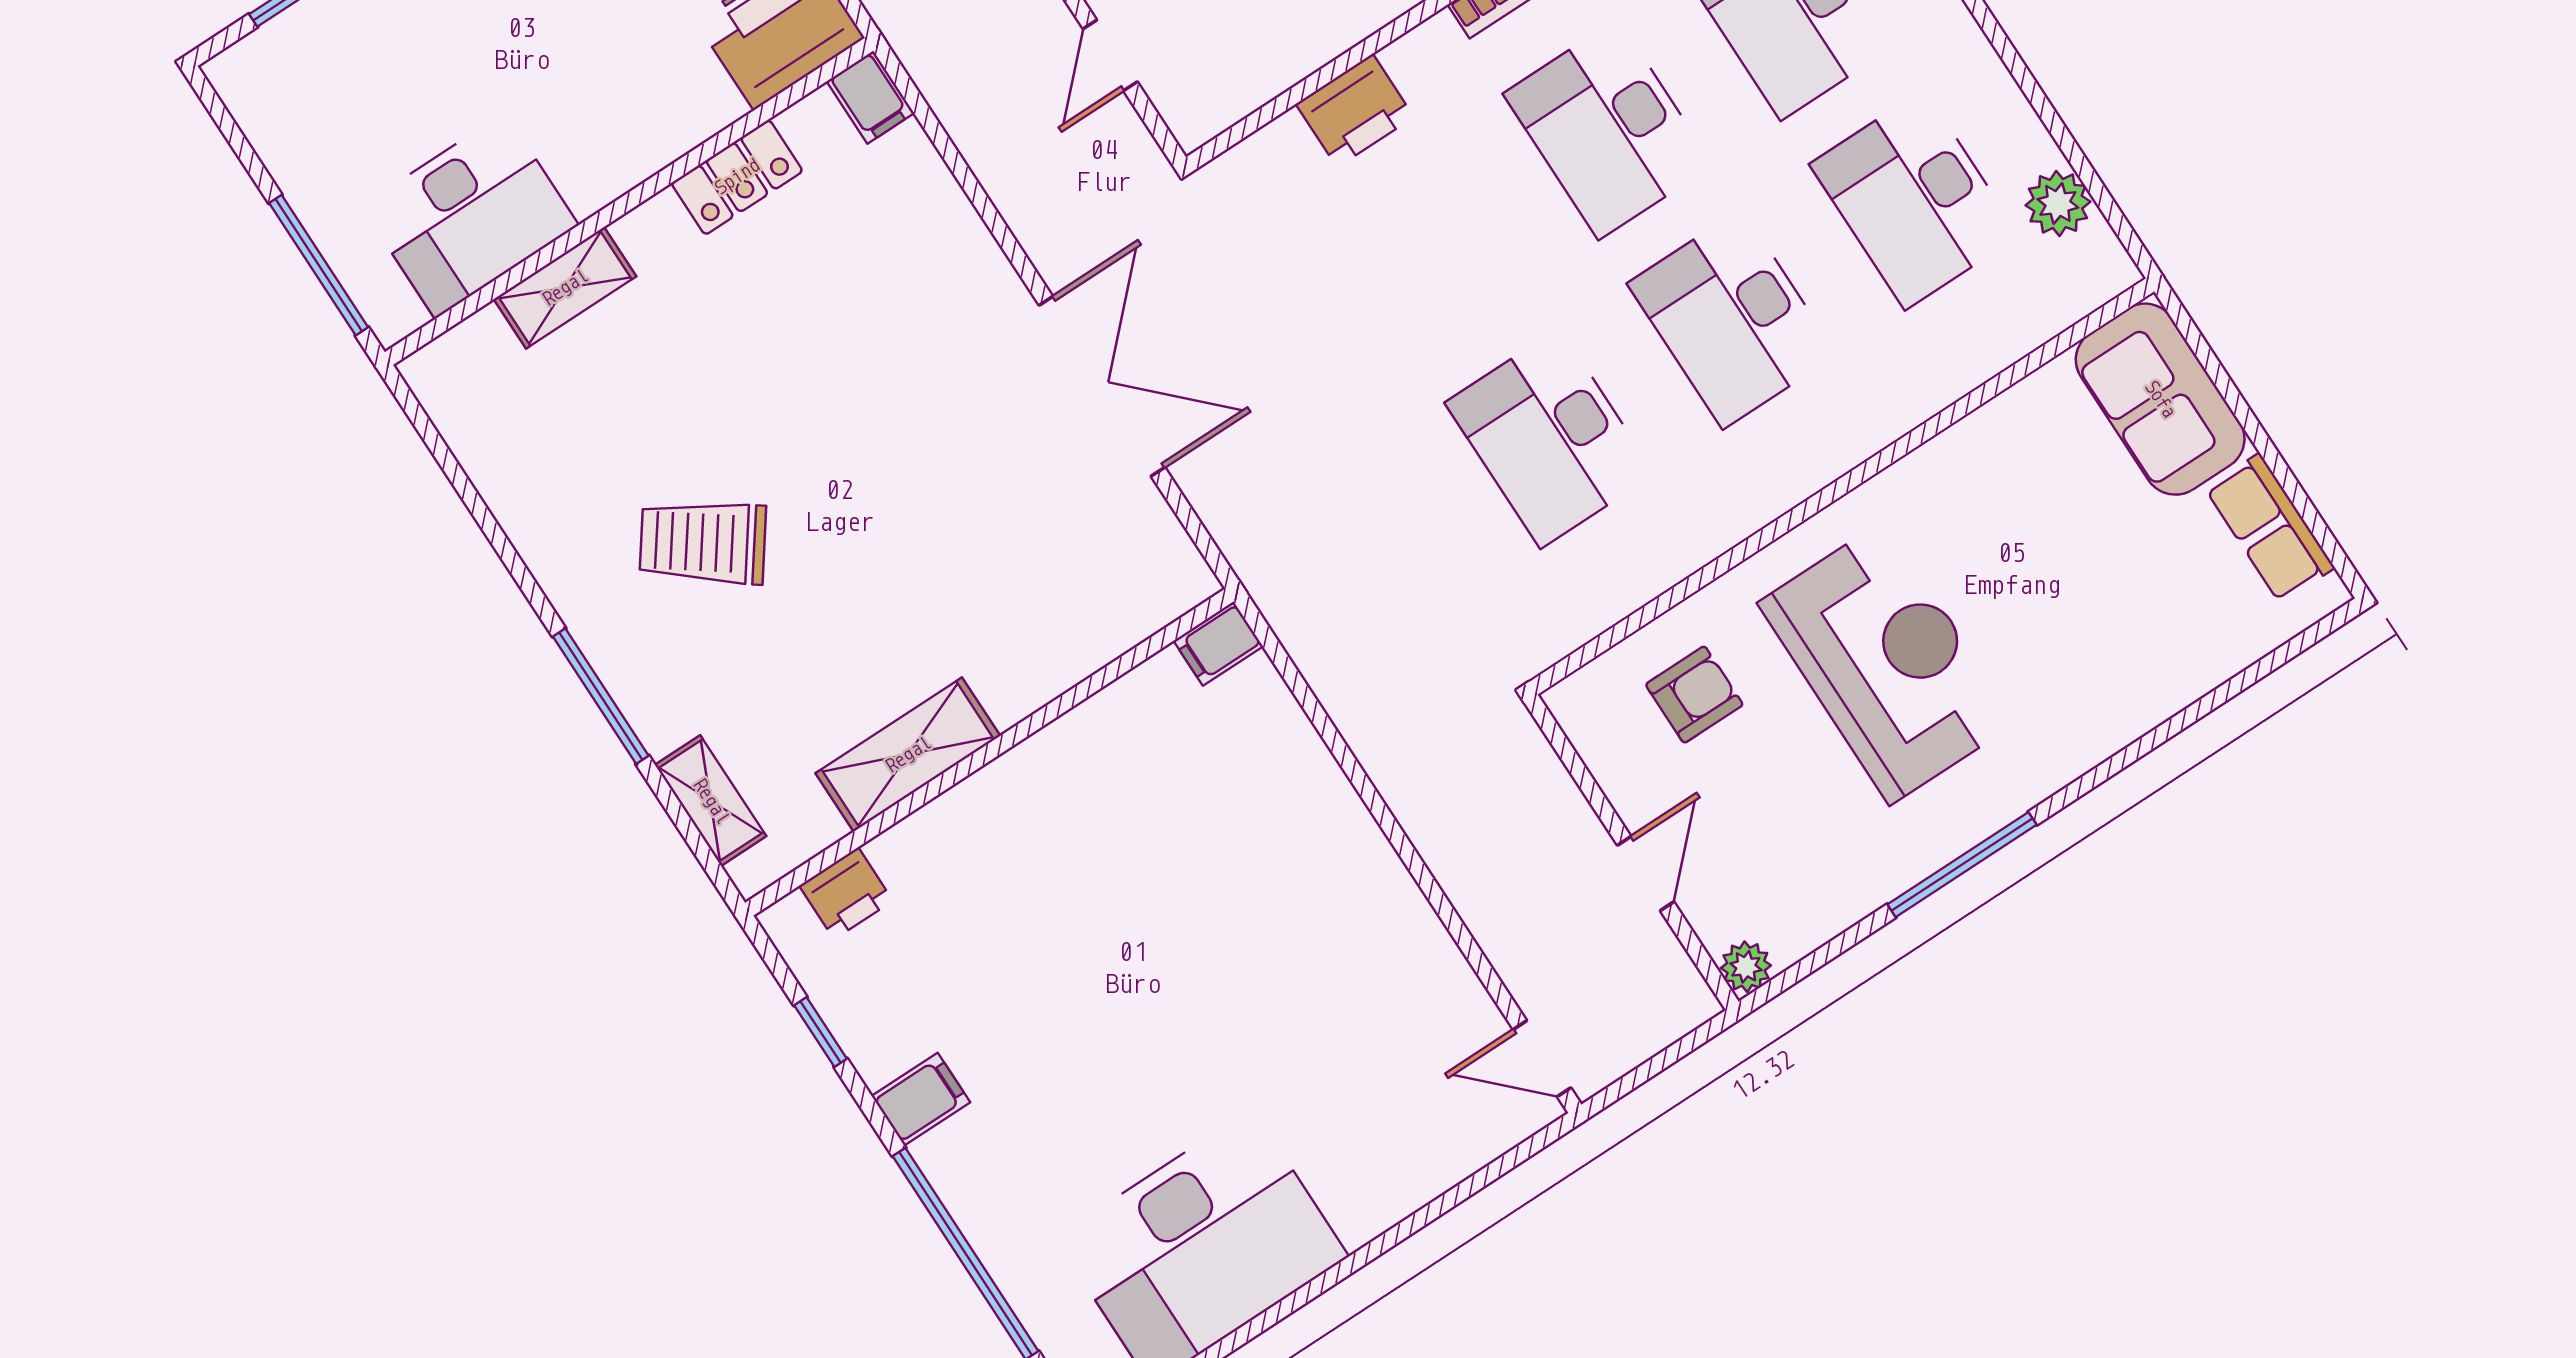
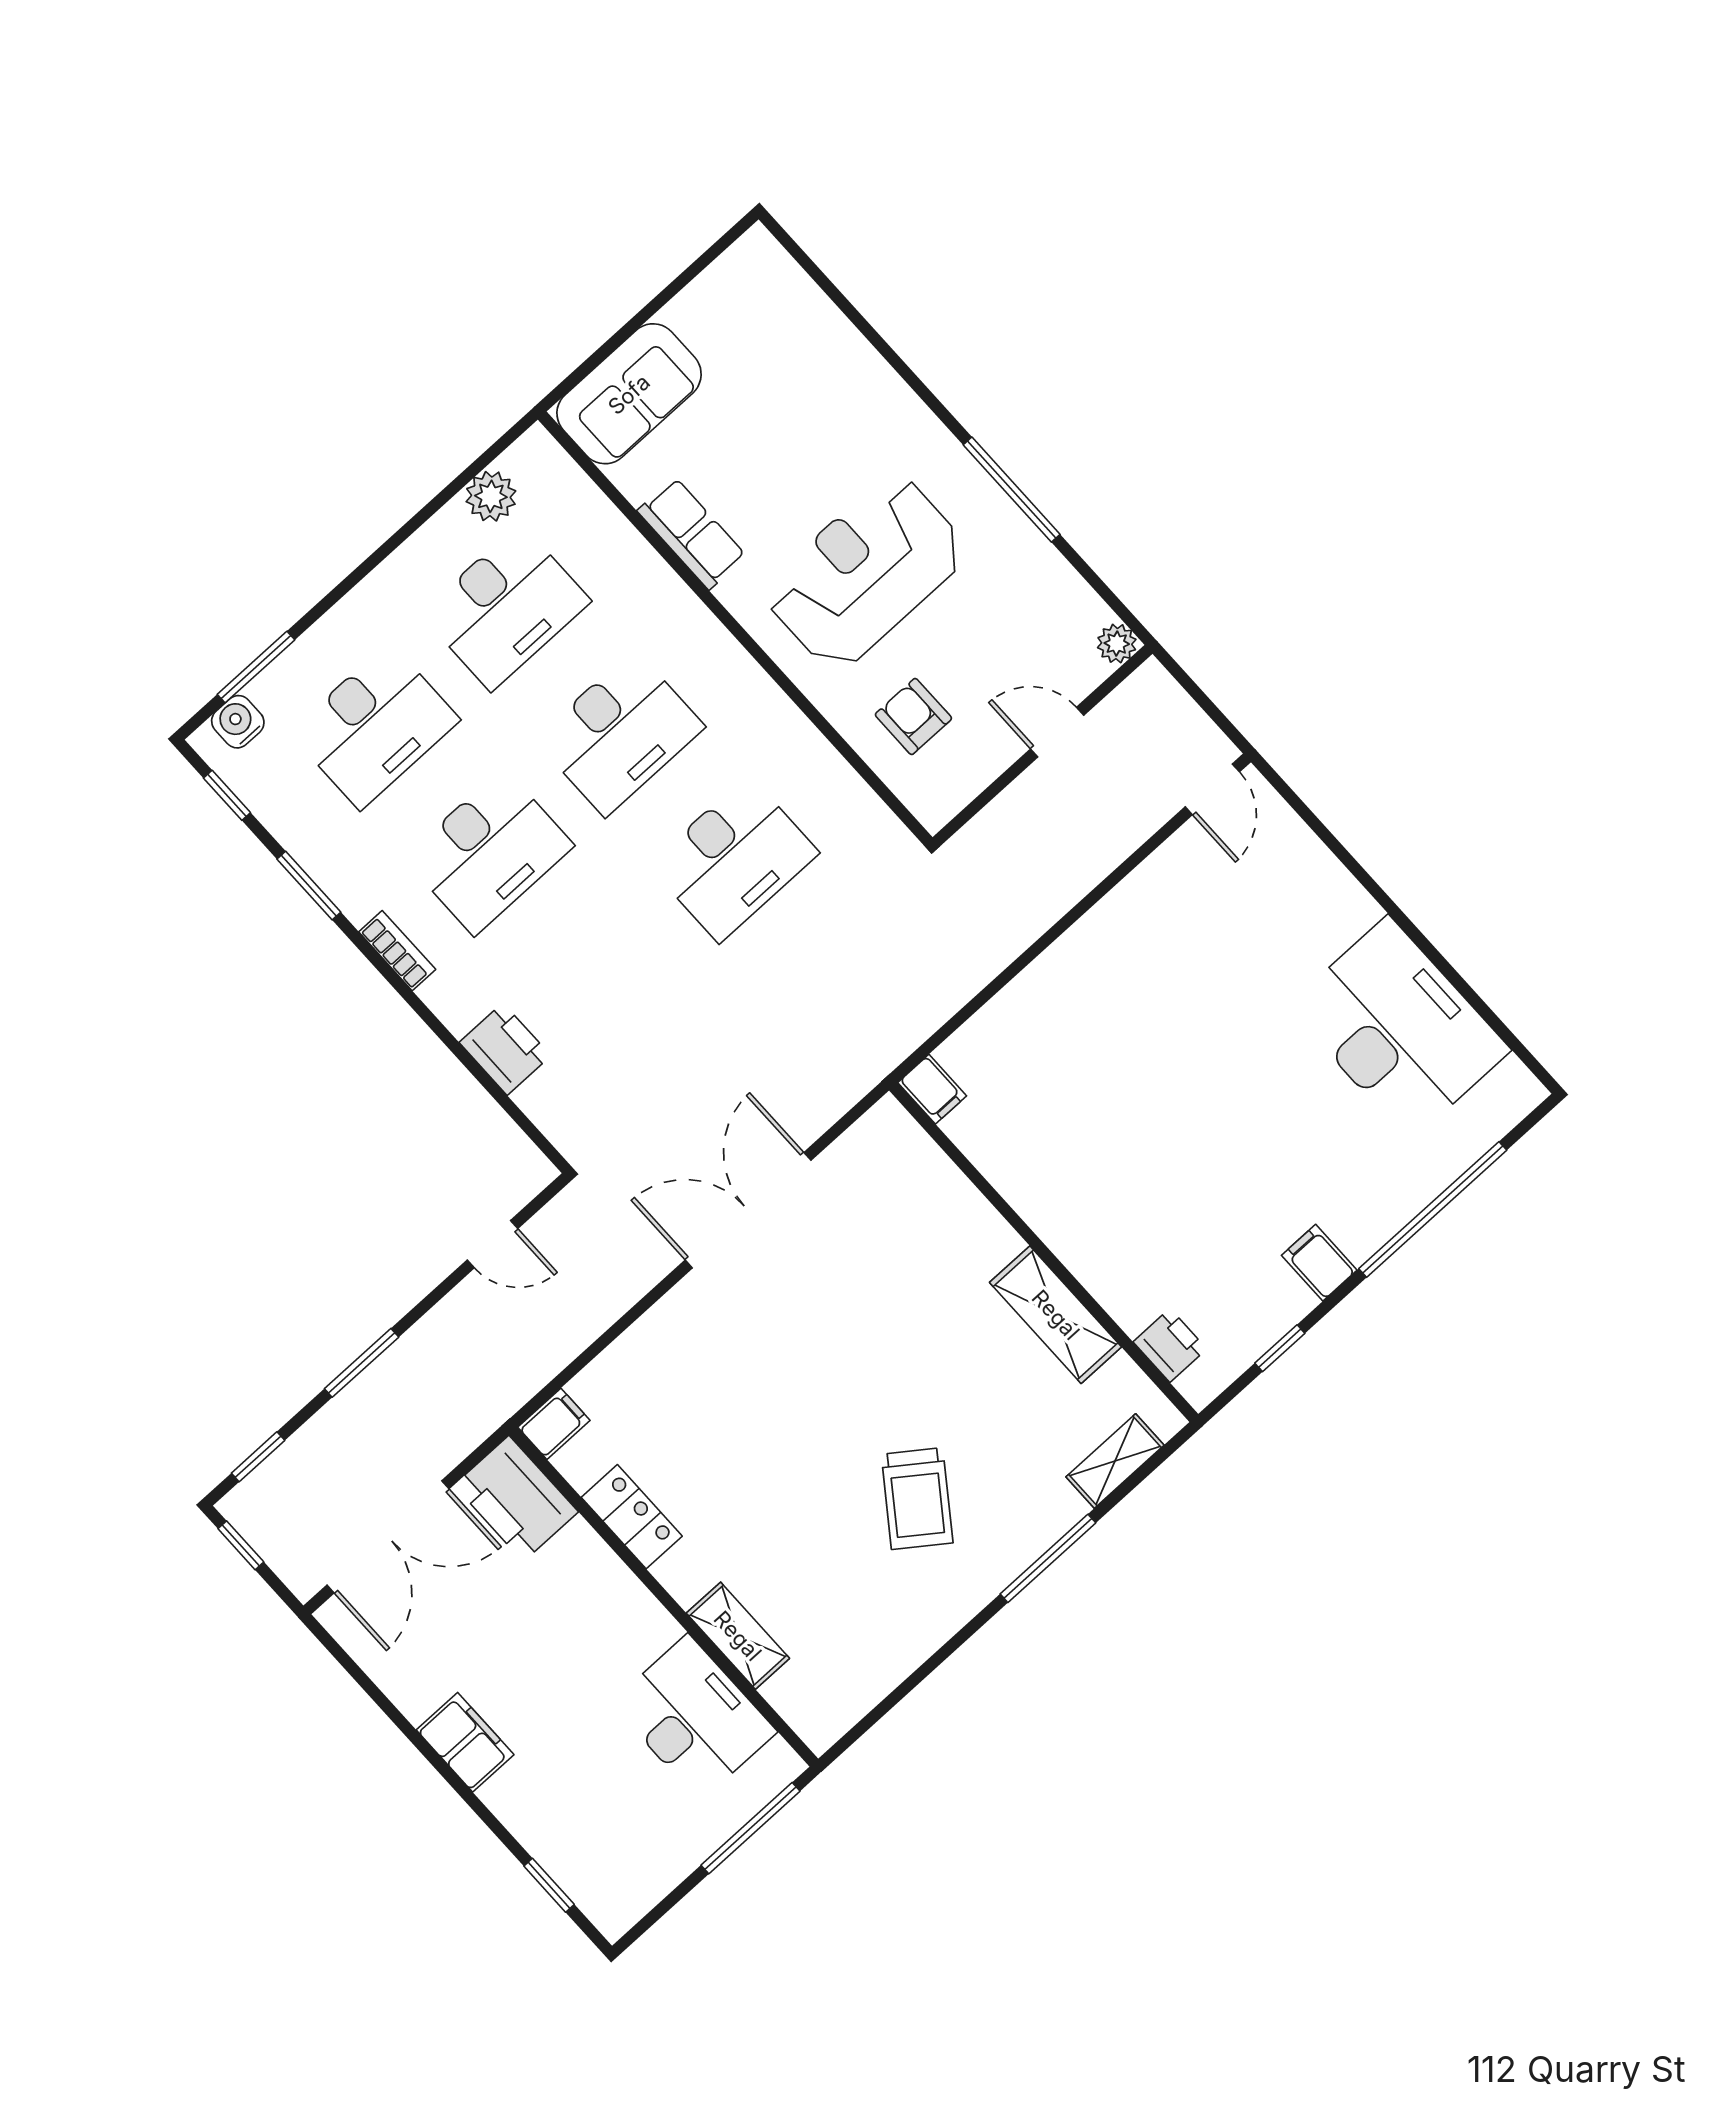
row of seats: (2270, 528) -> (692, 533), moved, turned -90

